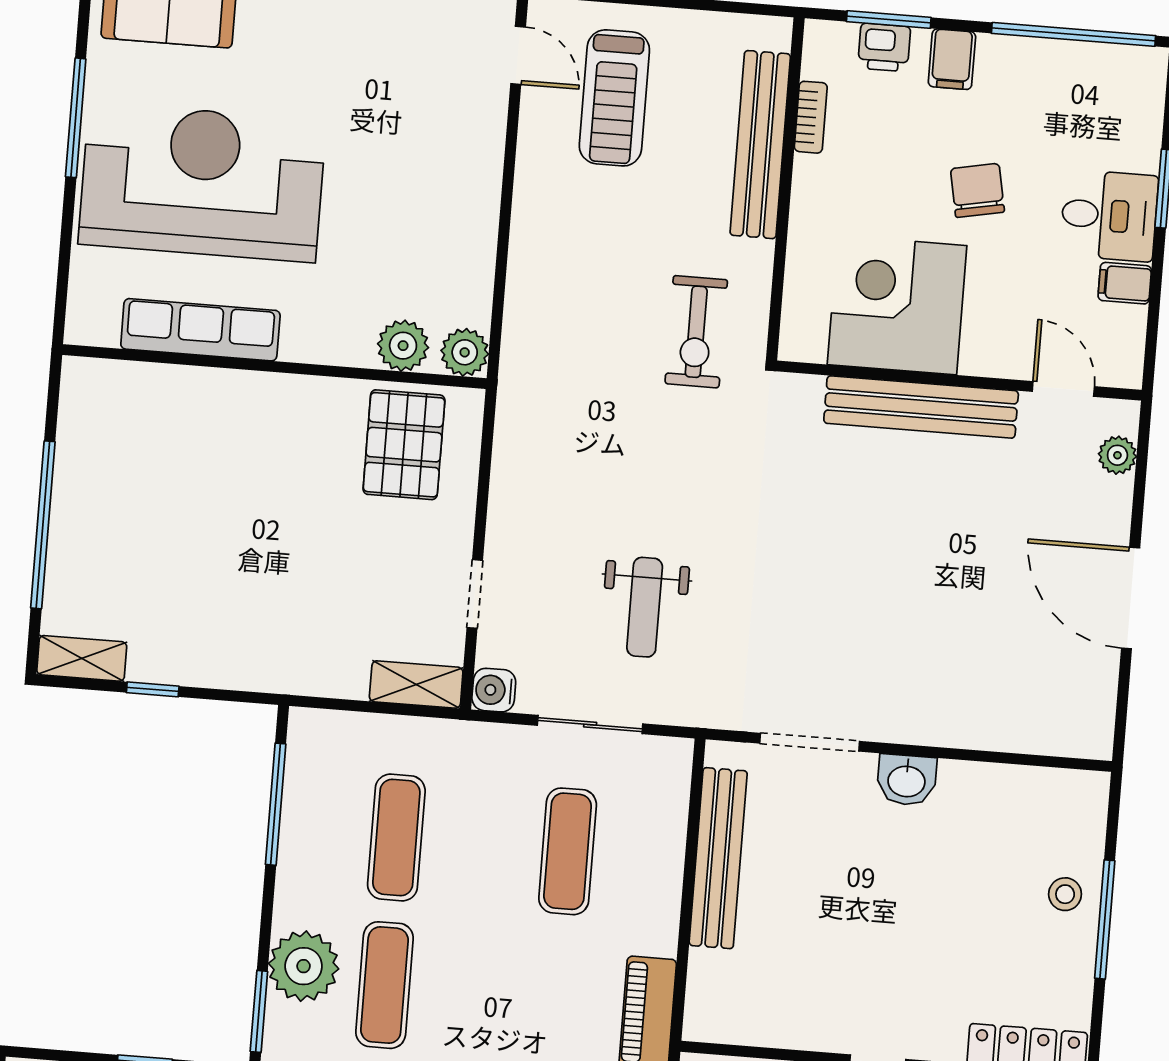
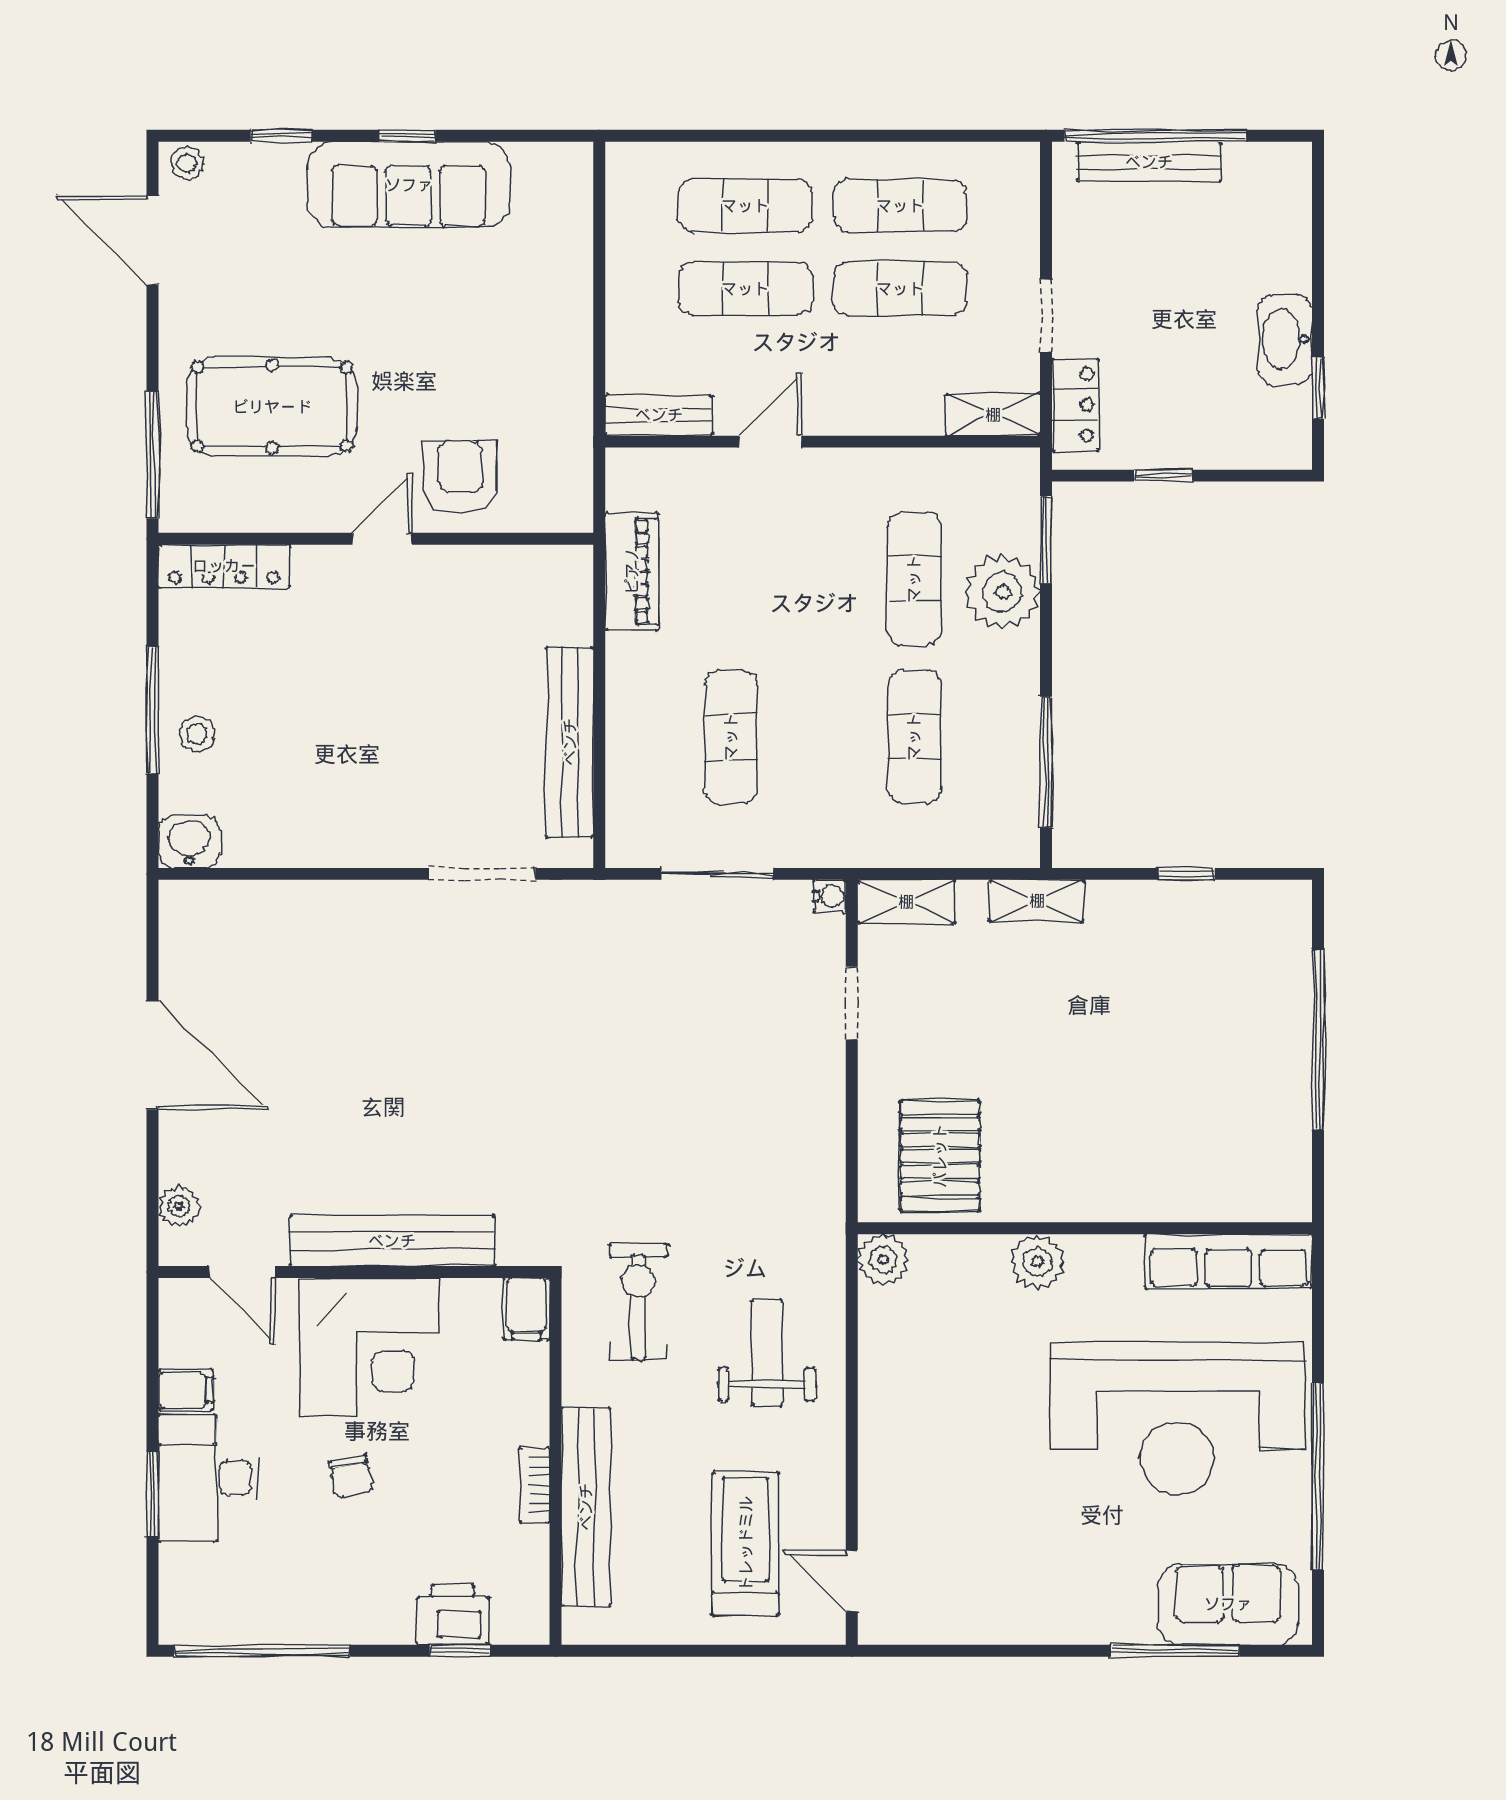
window: (889, 20) -> (460, 1651), width x0.67
printer: (884, 47) -> (453, 1615), width x1.36, depth x1.24
filing cabinet: (952, 59) -> (526, 1309), moved, turned 180
bookcase: (811, 117) -> (535, 1485), moved
window: (76, 118) -> (1318, 1476), width x1.46
chair: (977, 190) -> (351, 1476), width x0.73, depth x0.73
desk: (1109, 216) -> (208, 1478), width x1.37
corner desk: (897, 305) -> (369, 1347), moved
row of seats: (200, 330) -> (1228, 1261), moved
plant: (403, 346) -> (1038, 1262), moved
weight bench: (645, 607) -> (767, 1353), moved
shelving: (82, 658) -> (1037, 901), moved
water cooler: (494, 690) -> (830, 896), width x0.72, depth x0.72
washbasin: (907, 780) -> (189, 842), moved

